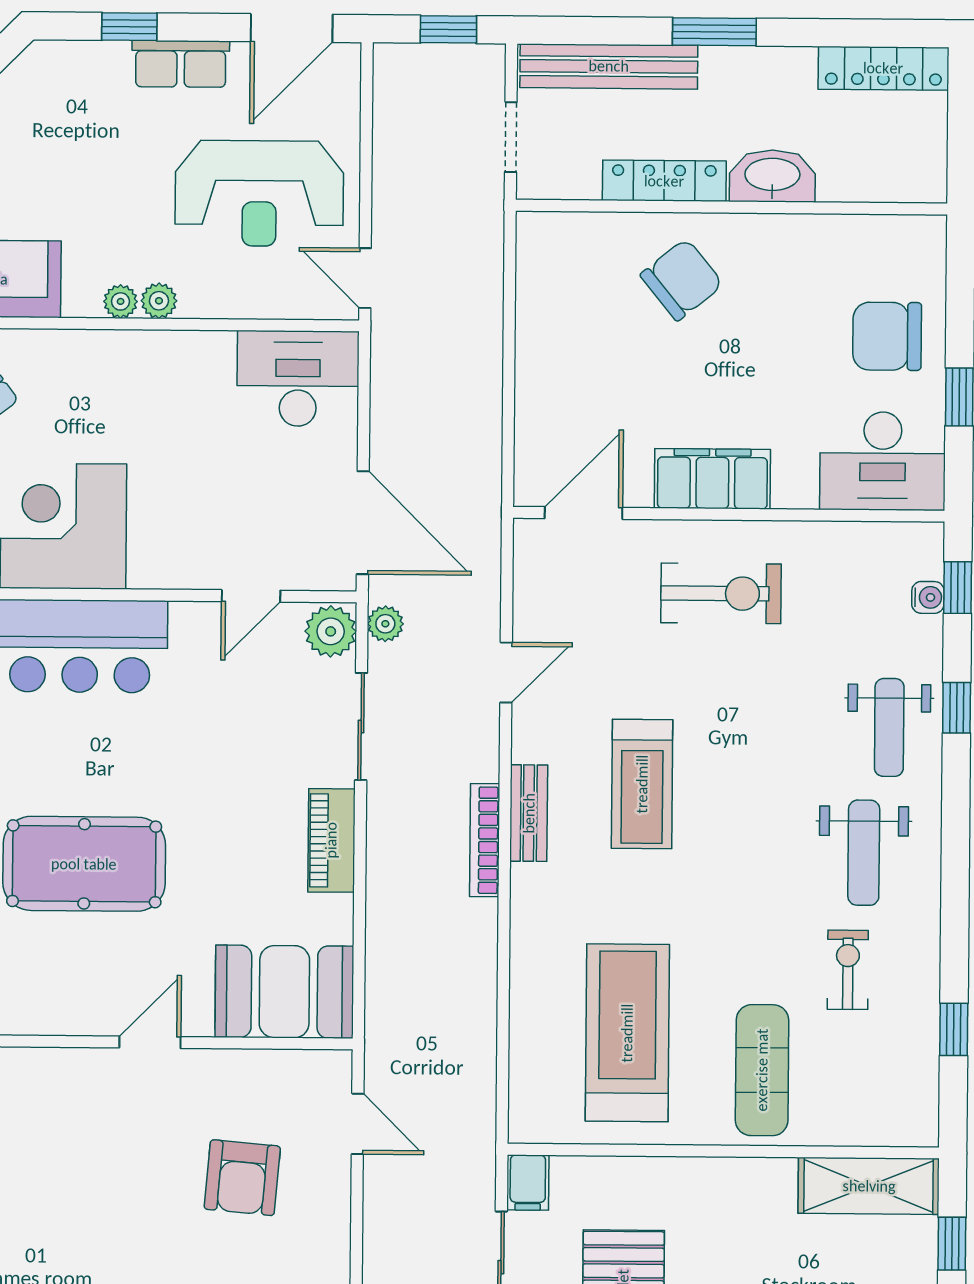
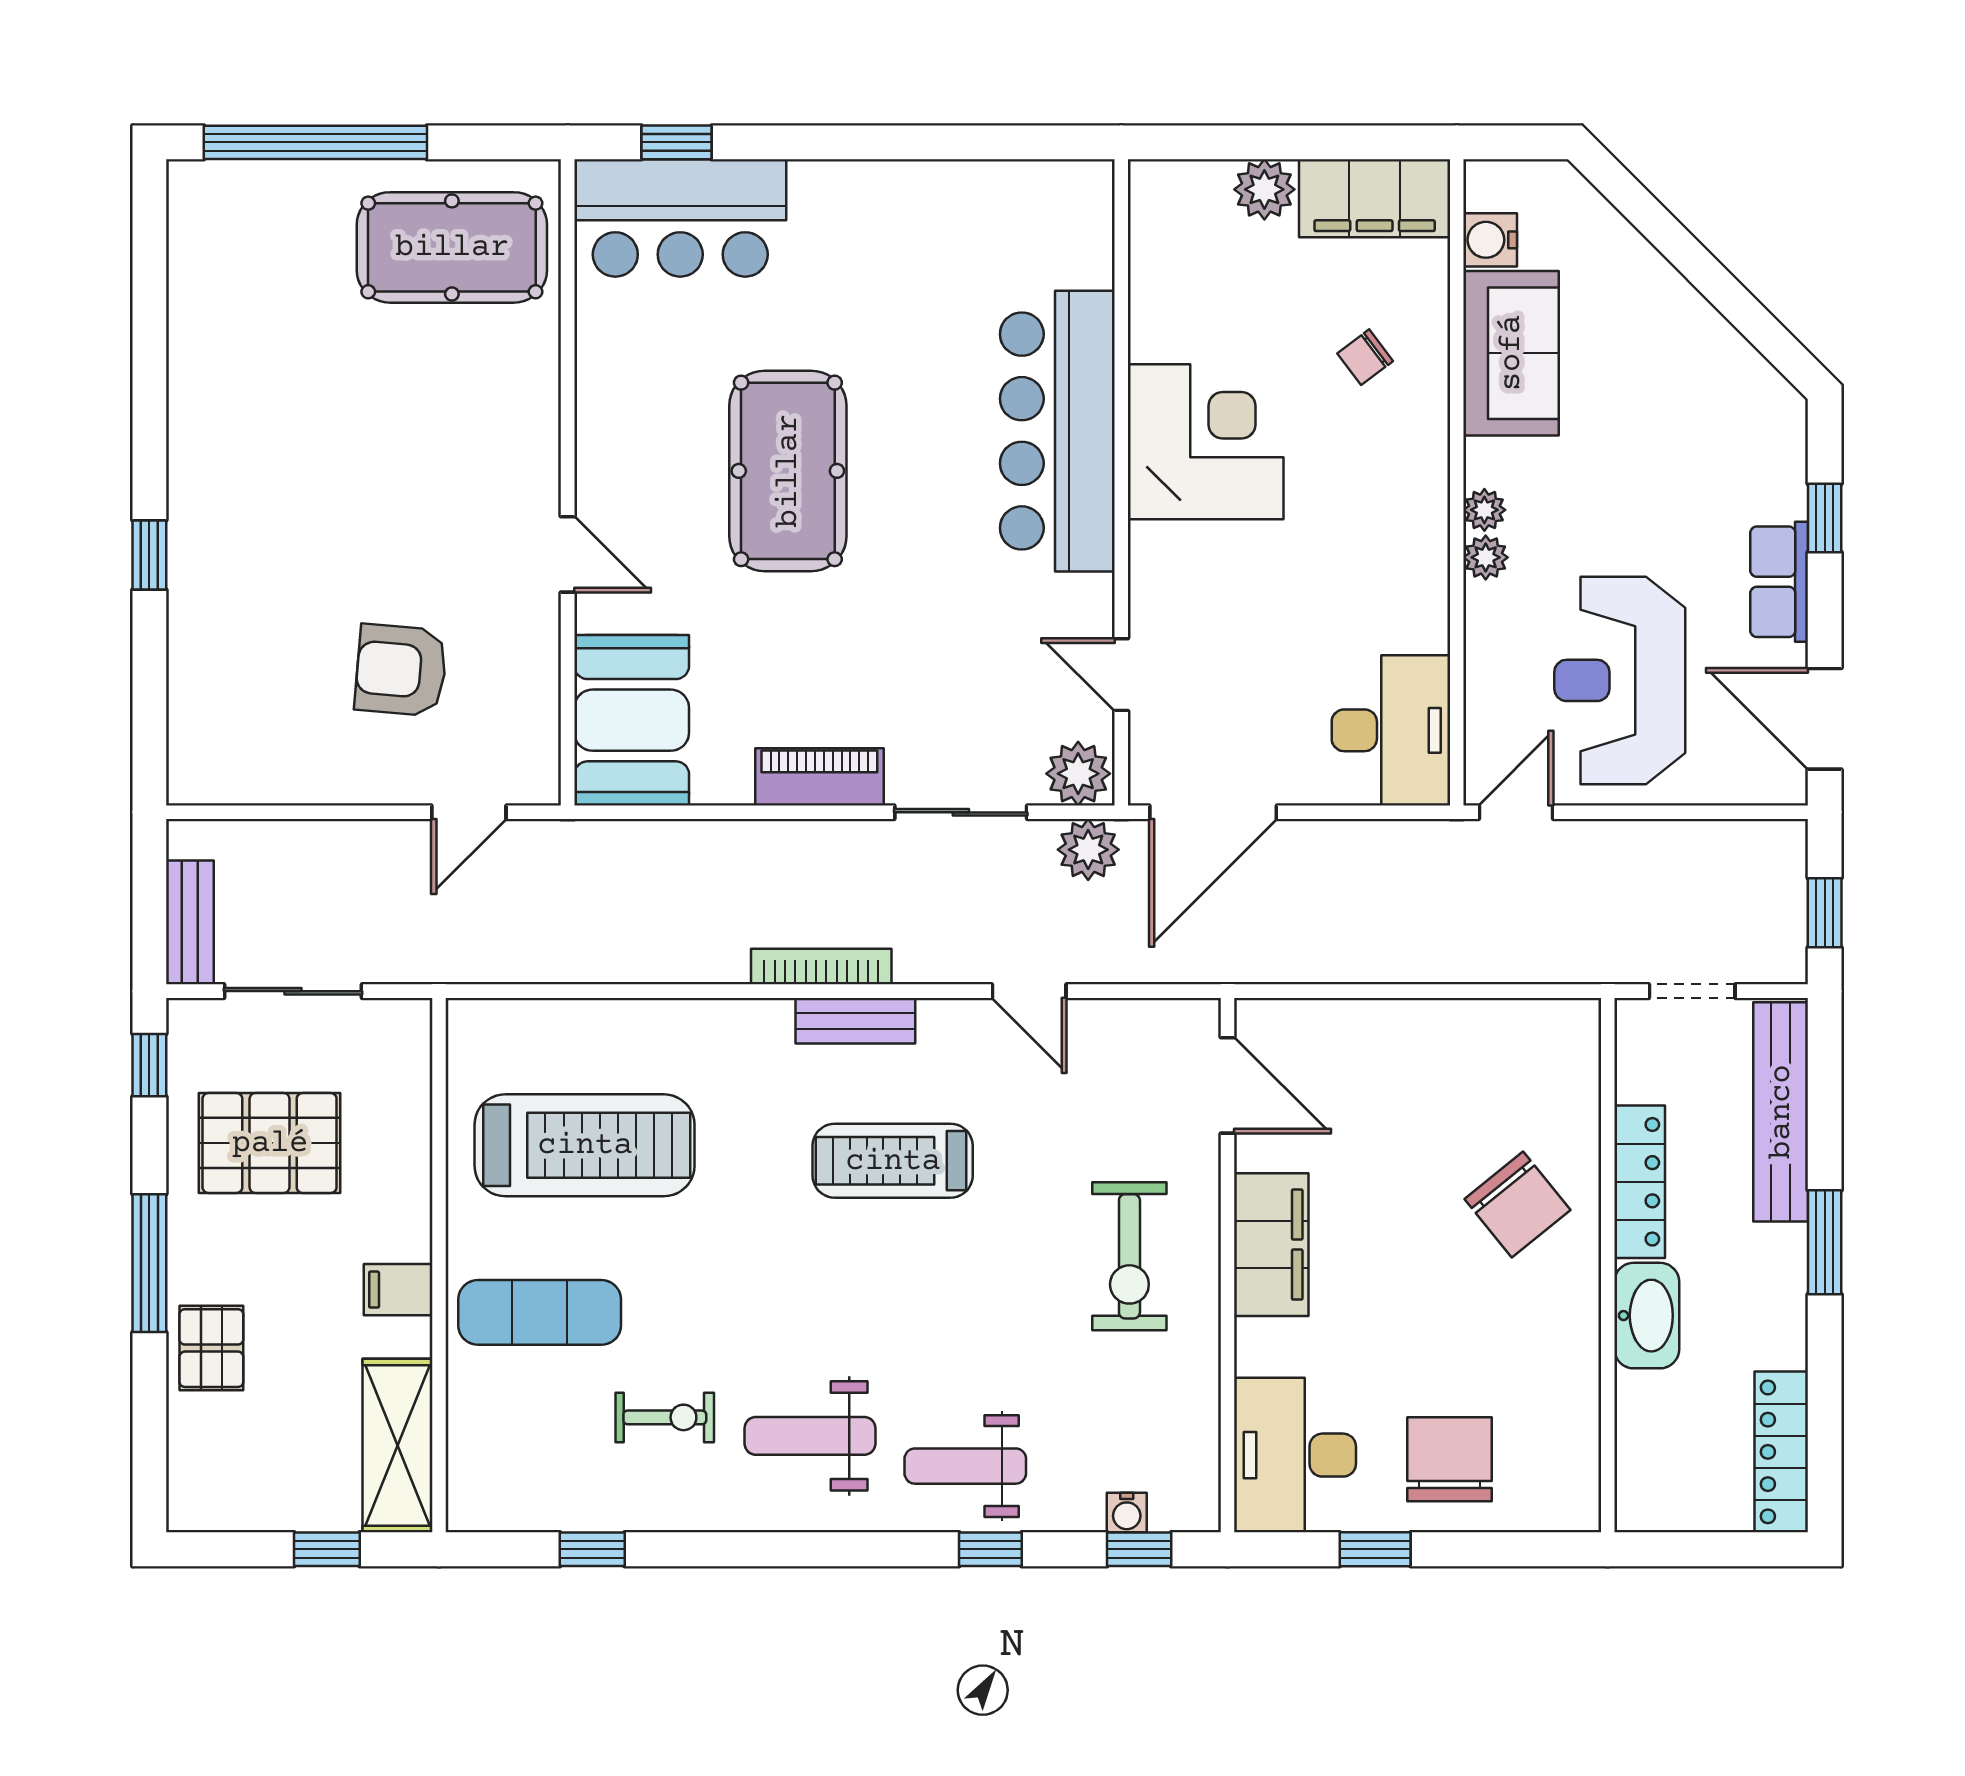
plant: (385, 624) -> (1088, 850), width x1.38, depth x1.38
filing cabinet: (528, 1182) -> (398, 1290), moved

